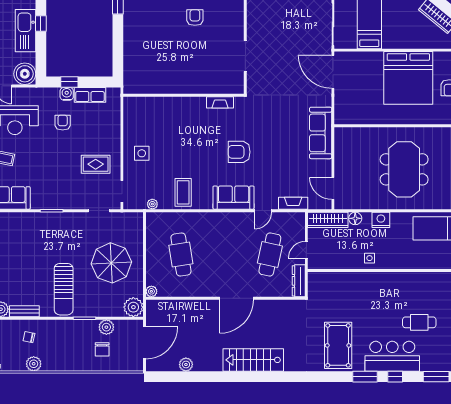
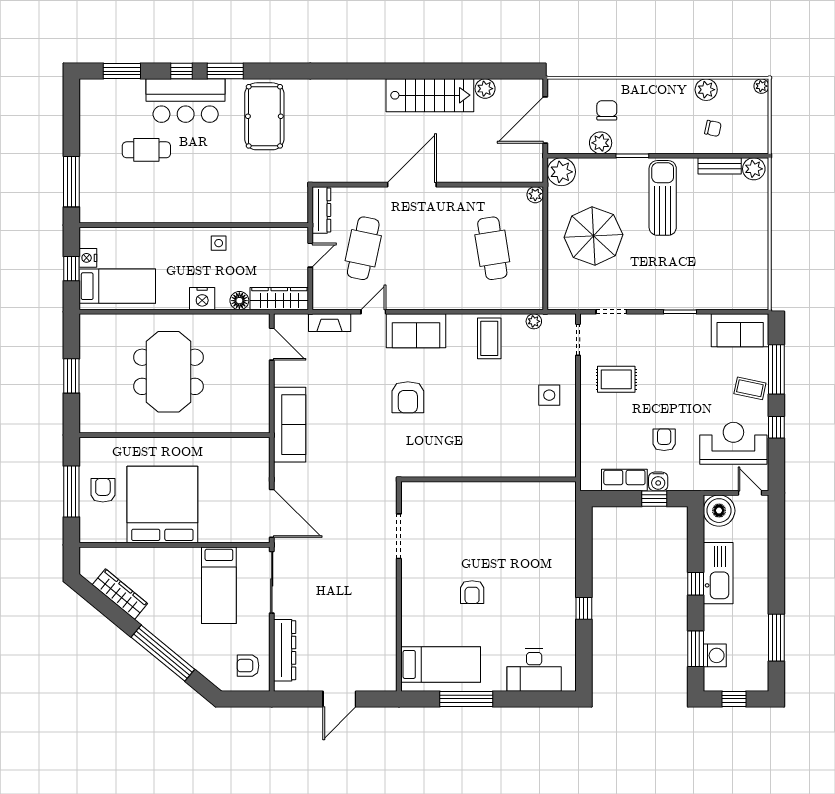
fireplace: (220, 102) -> (436, 469), removed
armchair: (63, 123) -> (664, 440), turned 180
armchair: (239, 152) -> (408, 397), turned 90
stairs: (253, 360) -> (430, 95), moved

